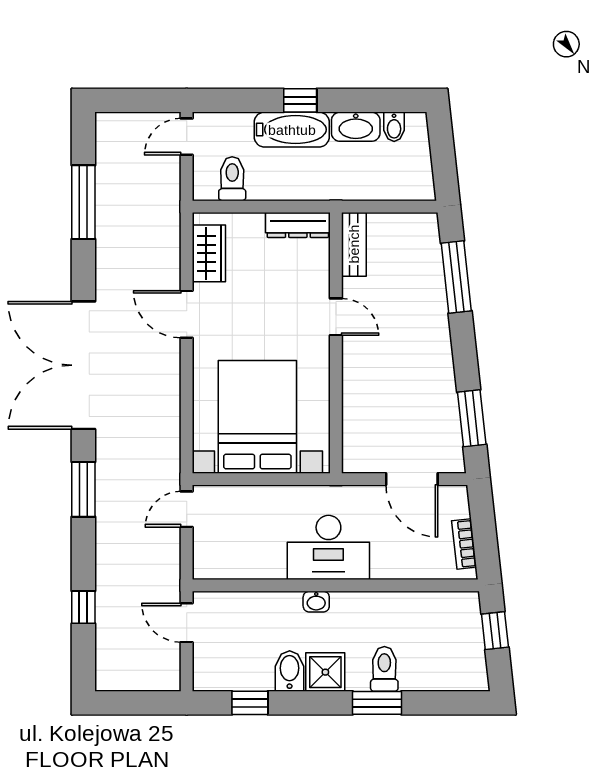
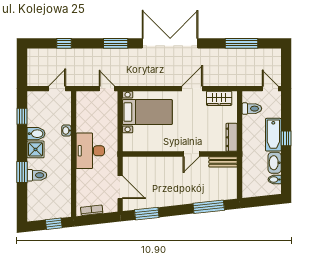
bed with nightstands: (257, 417) -> (147, 112), width x0.73
door: (412, 479) -> (120, 187), swing flipped
washbasin: (316, 602) -> (66, 131), moved

